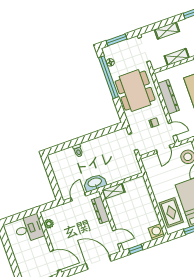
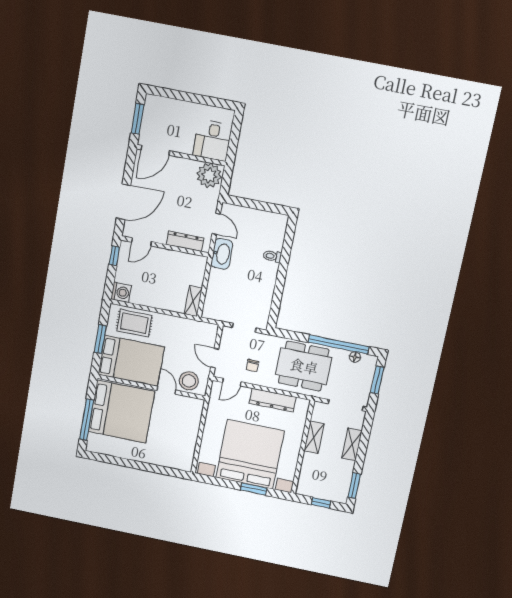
shelving: (113, 191) -> (193, 301), moved
plant: (49, 224) -> (209, 175), width x1.88, depth x1.88

